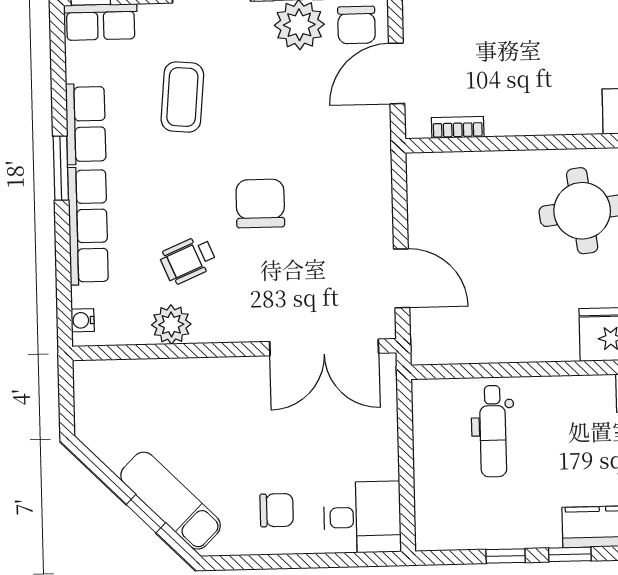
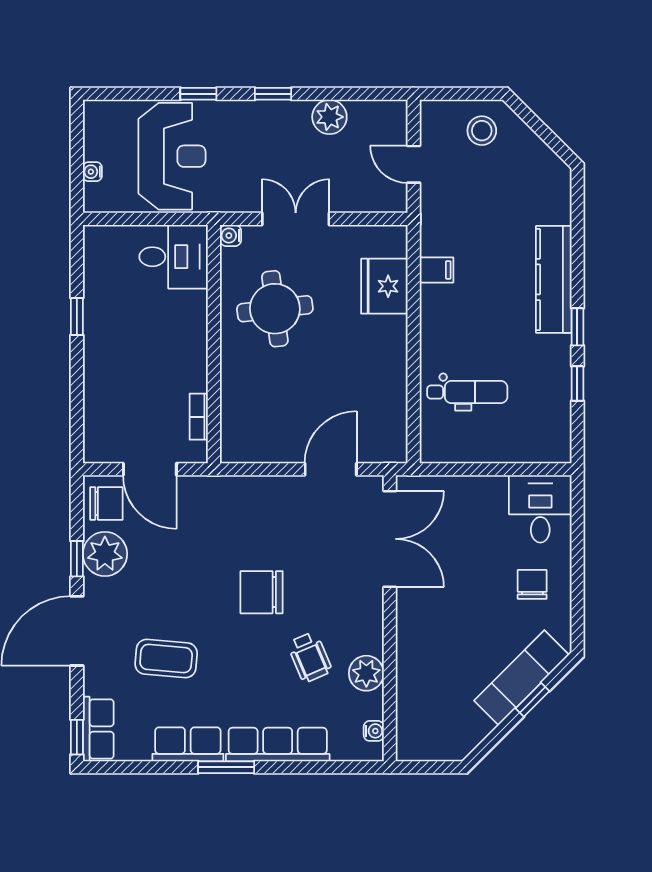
water cooler: (83, 320) -> (374, 731), moved, turned -90

